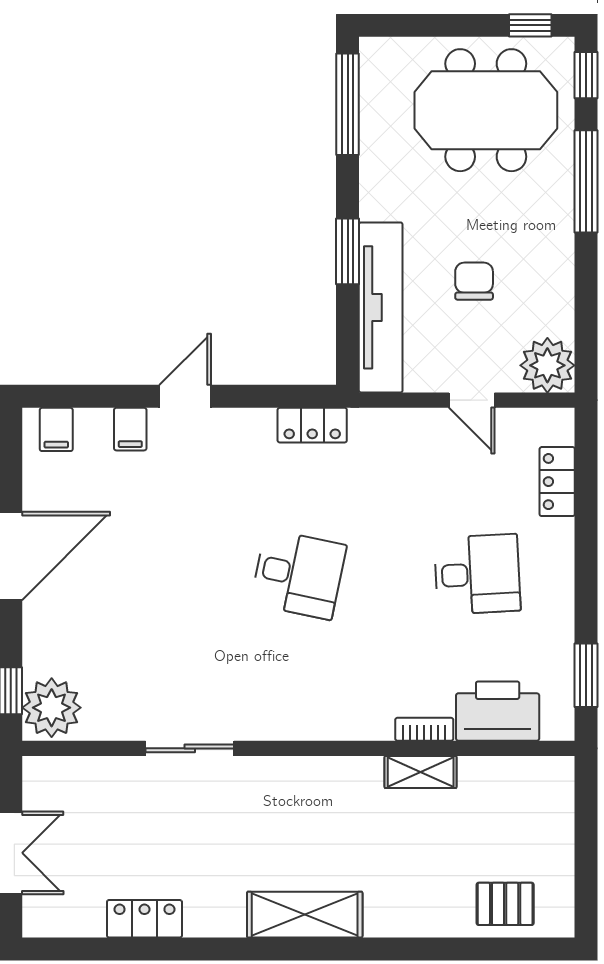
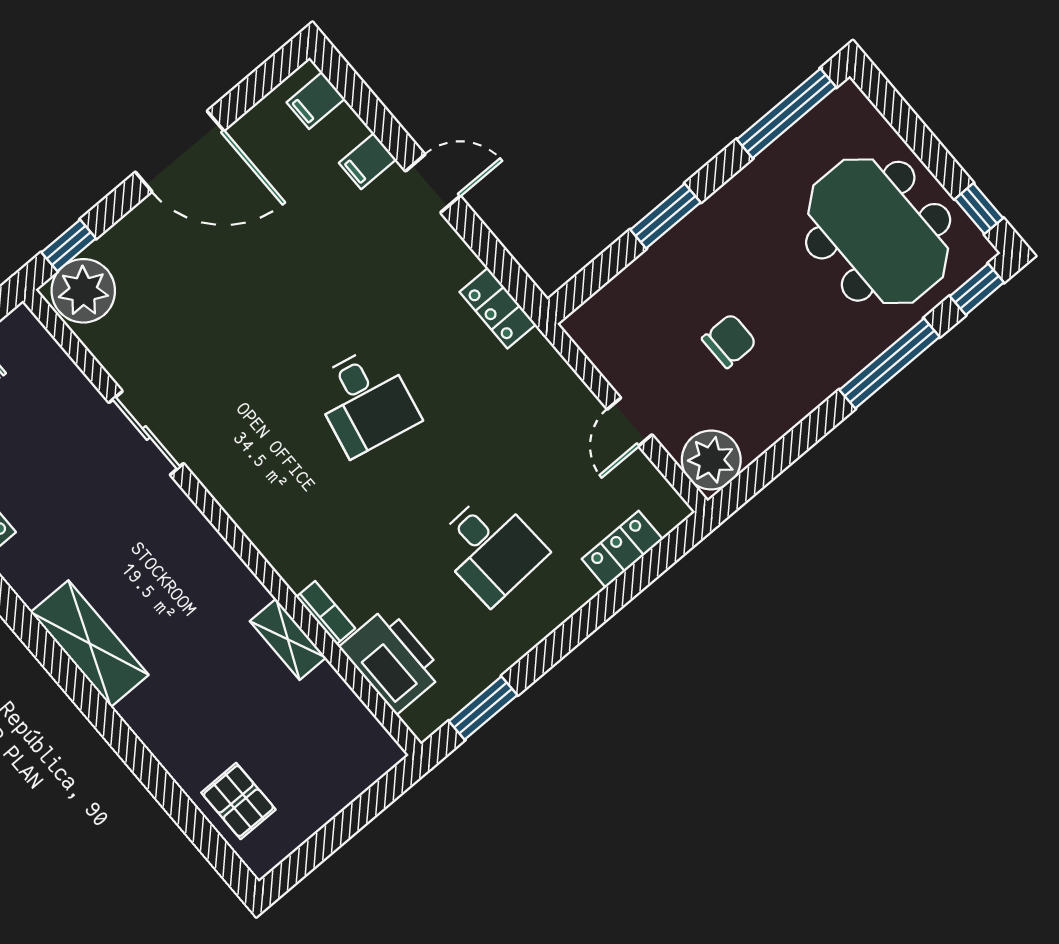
tv unit: (381, 307) -> (642, 282), removed

